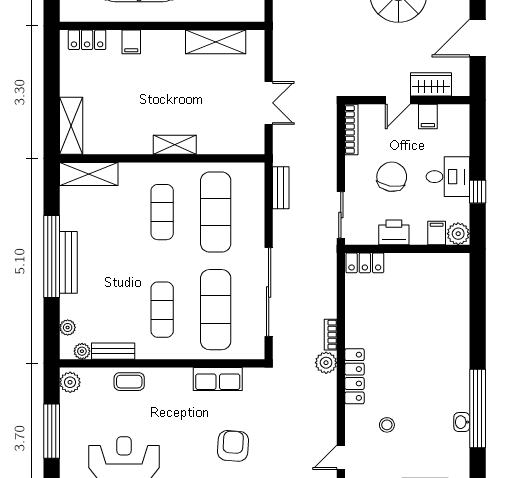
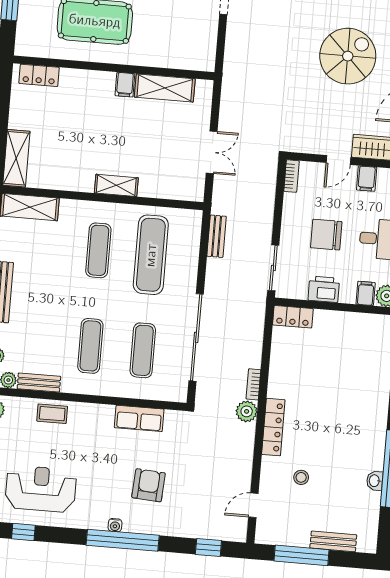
filing cabinet: (131, 42) -> (125, 85), moved
bookcase: (351, 129) -> (291, 176), width x0.64
chair: (392, 177) -> (326, 235), turned -99
exercise mat: (216, 310) -> (143, 350), width x0.73, depth x0.69

